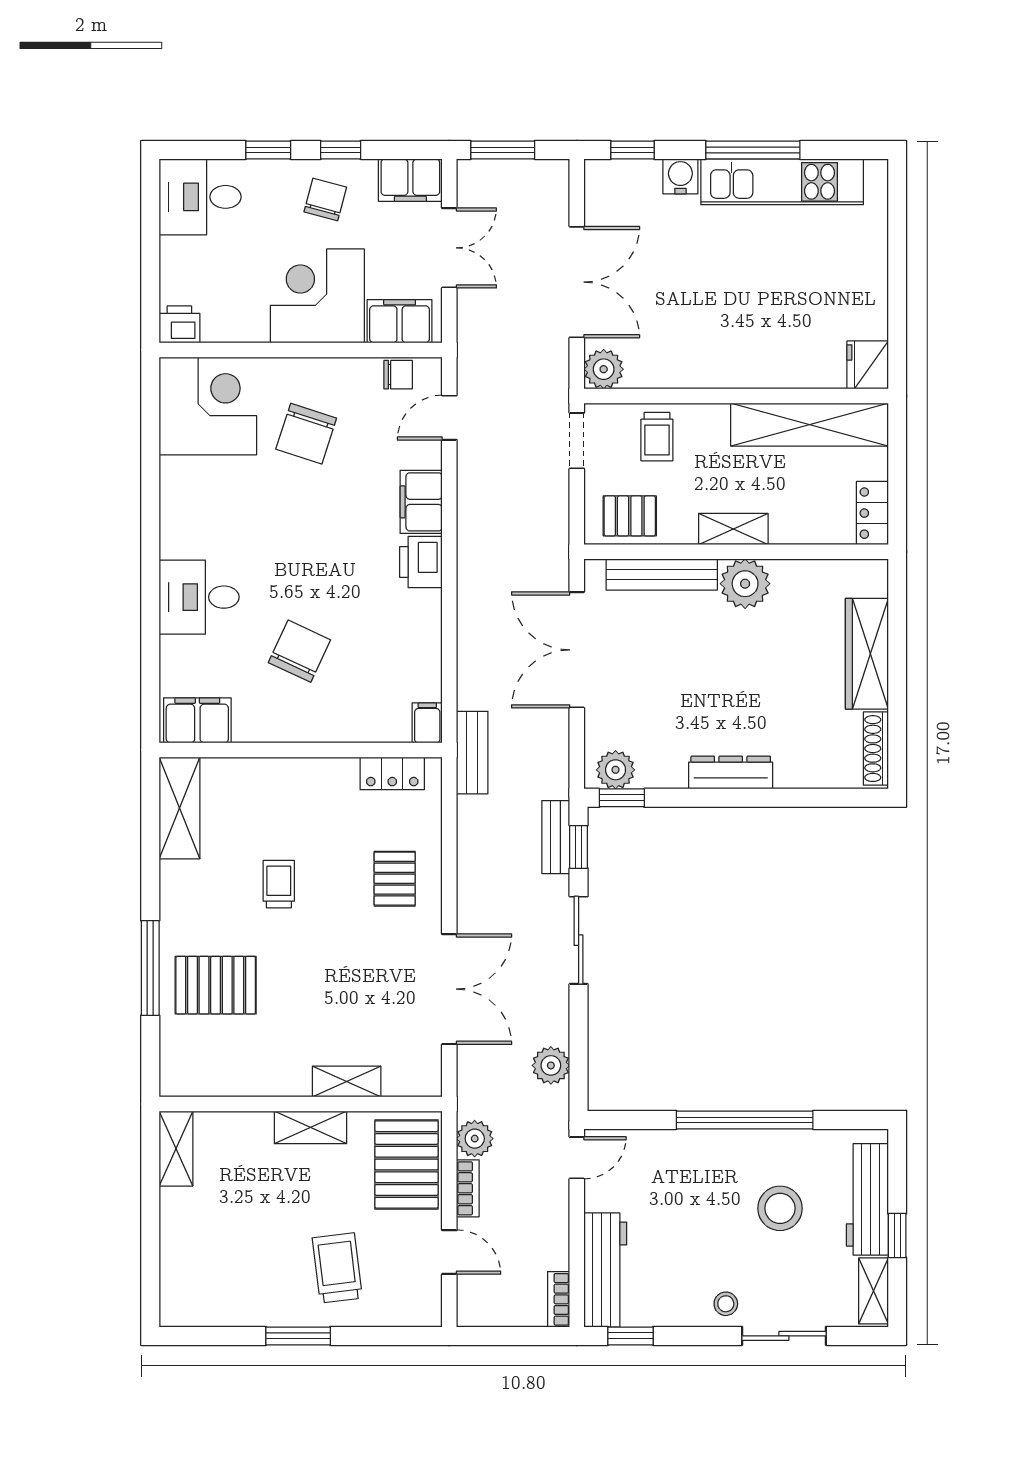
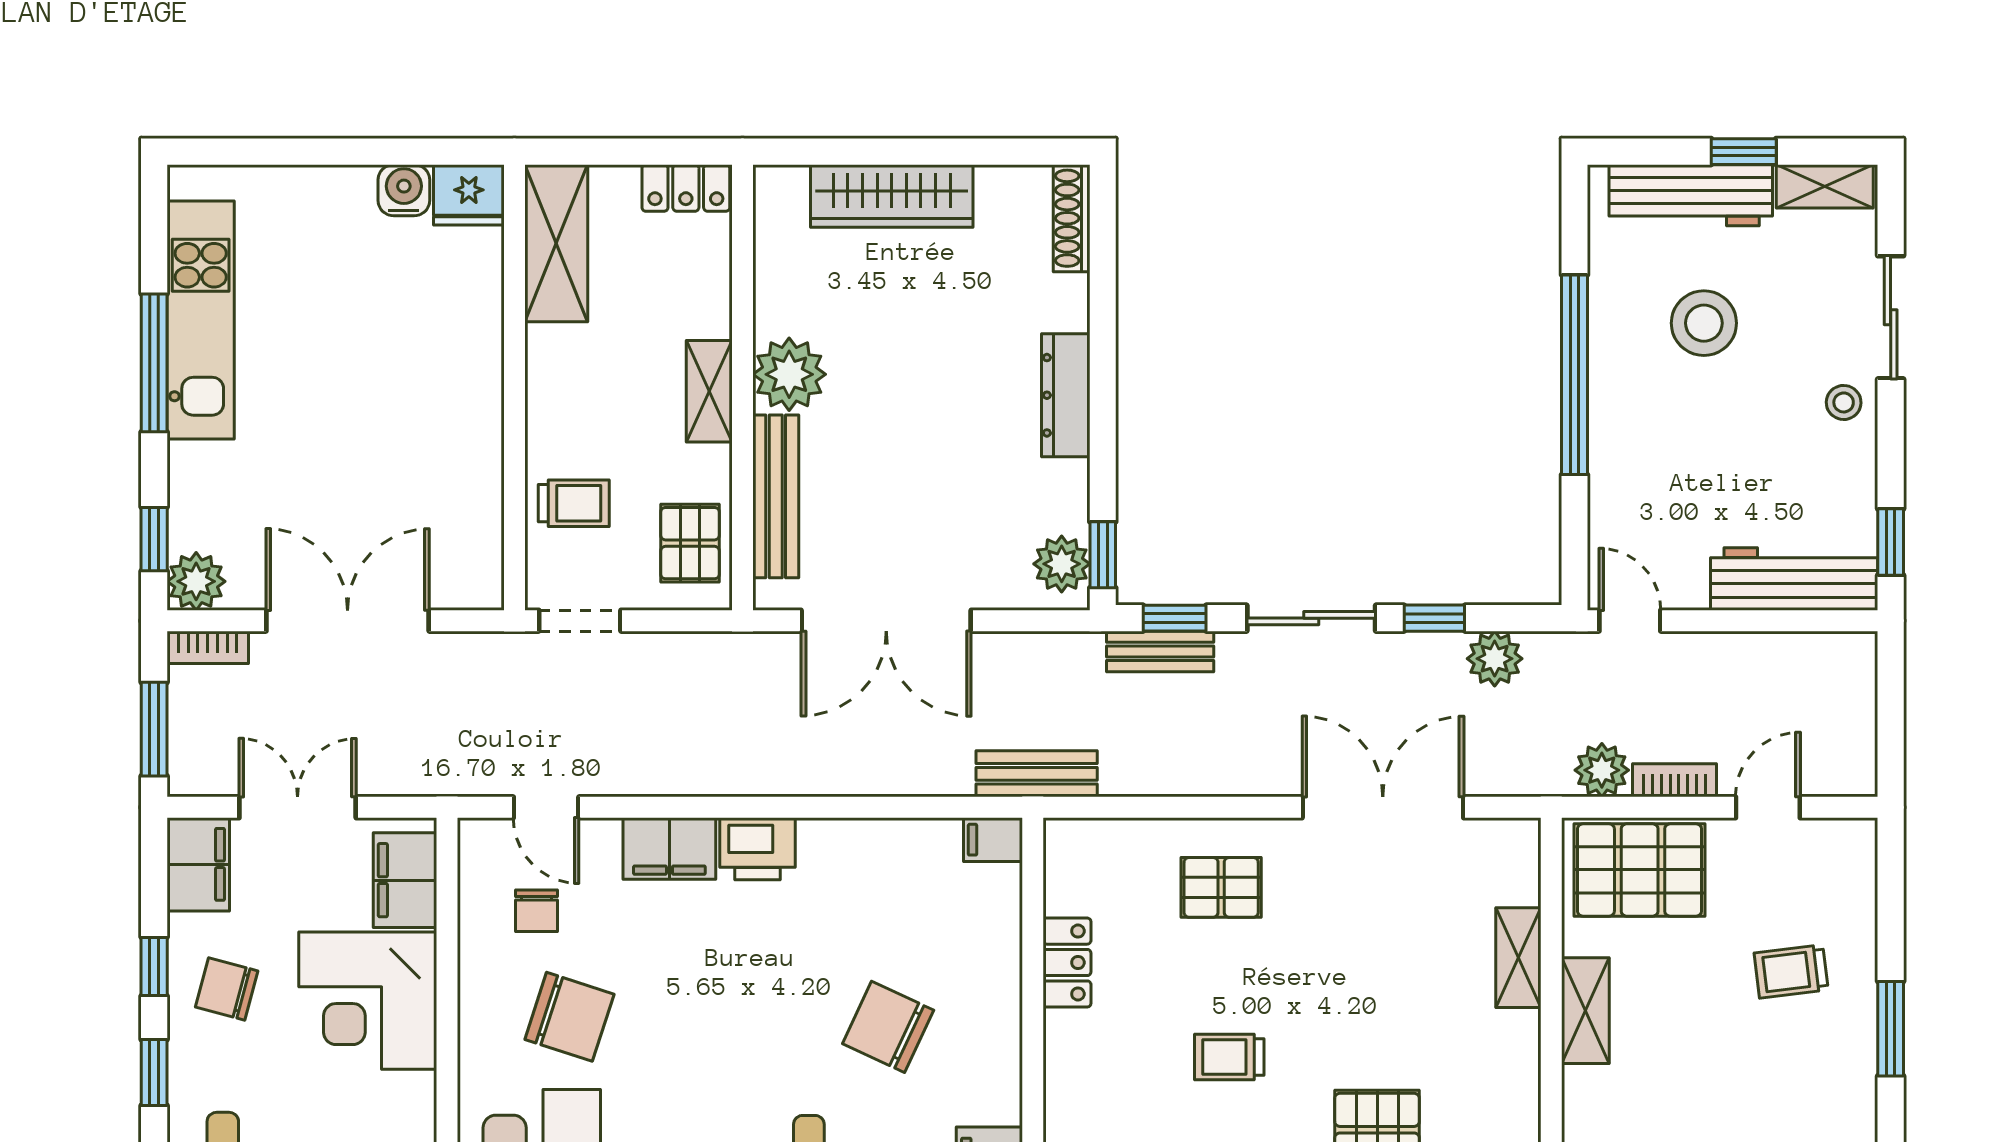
water cooler: (680, 176) -> (404, 190), moved, turned 90
plant: (604, 369) -> (196, 581), moved
chair: (398, 375) -> (537, 911), moved, turned 180
shelving: (809, 425) -> (556, 243), width x0.68
shoe rack: (876, 749) -> (1072, 218), moved, turned 90
locker: (392, 773) -> (1067, 963), moved
window: (579, 1024) -> (1434, 618), added
trolley: (337, 1268) -> (1791, 971), width x0.73, depth x0.72
bookcase: (559, 1299) -> (208, 647), moved

